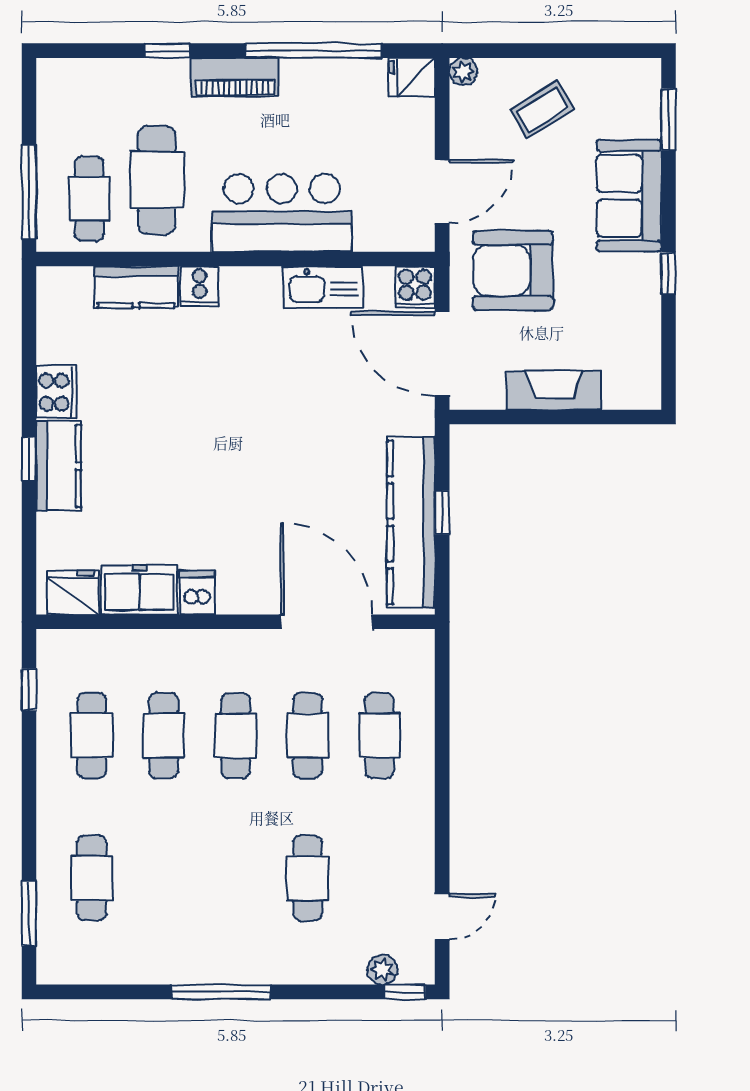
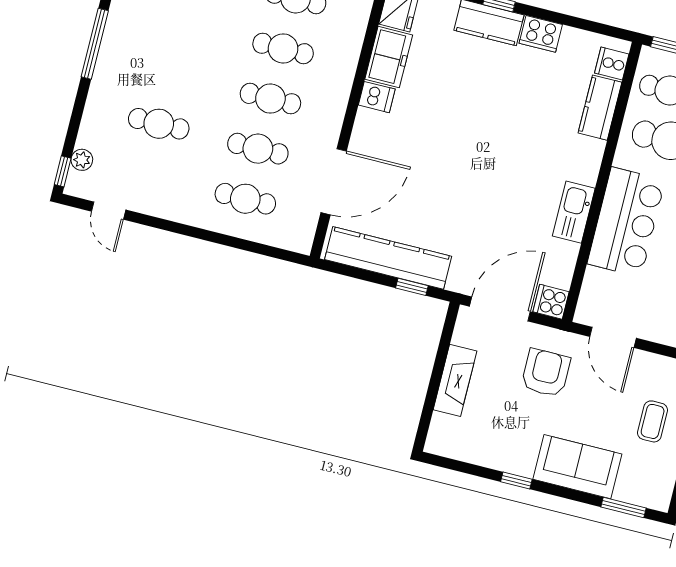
coffee table: (542, 109) -> (653, 421), turned 32
armchair: (513, 270) -> (546, 373), width x0.73, depth x0.73
cooker: (200, 286) -> (612, 64), moved
kitchen sink: (323, 287) -> (574, 212), moved
window: (442, 513) -> (412, 287), moved

